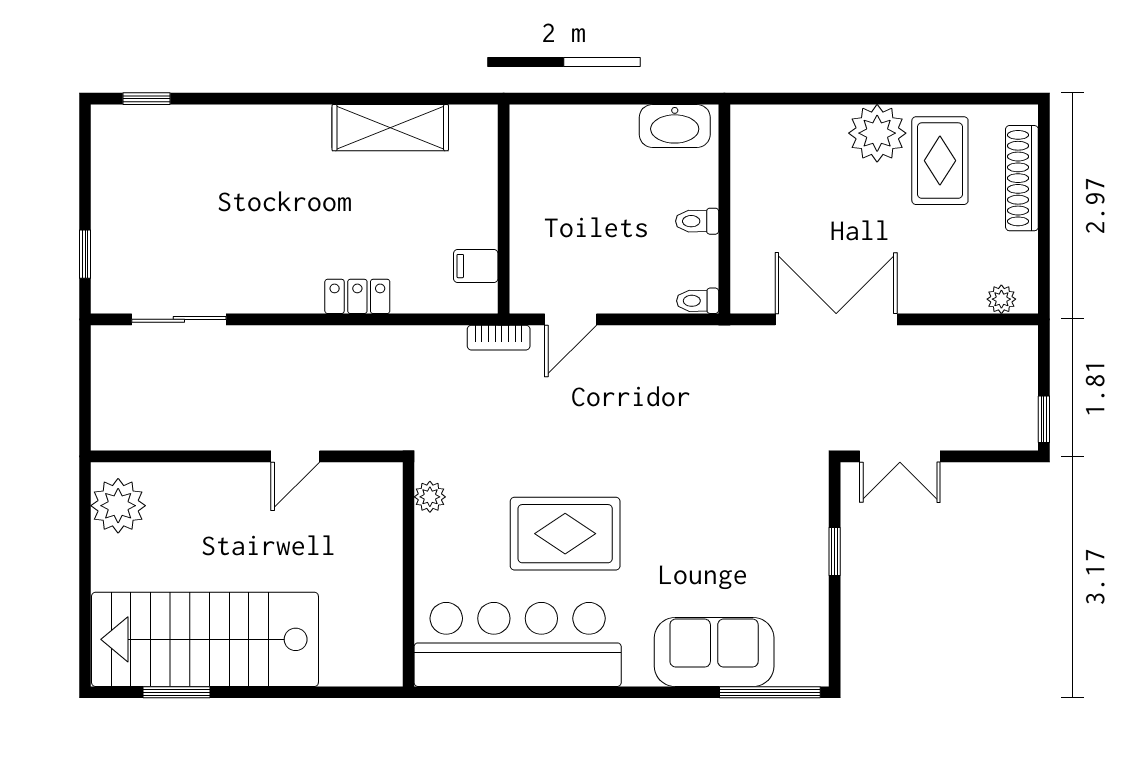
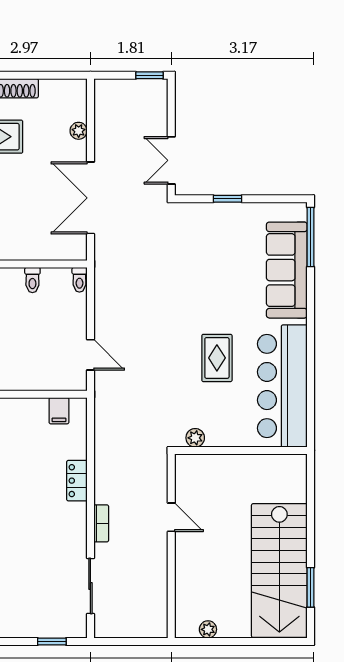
plant: (1001, 299) -> (79, 131), moved
bookcase: (499, 338) -> (101, 523), moved
double door: (900, 456) -> (171, 160), swing flipped
plant: (118, 506) -> (208, 629), width x0.53, depth x0.53
rug: (565, 534) -> (217, 358), width x0.73, depth x0.70
sofa: (714, 652) -> (287, 270), width x1.36

